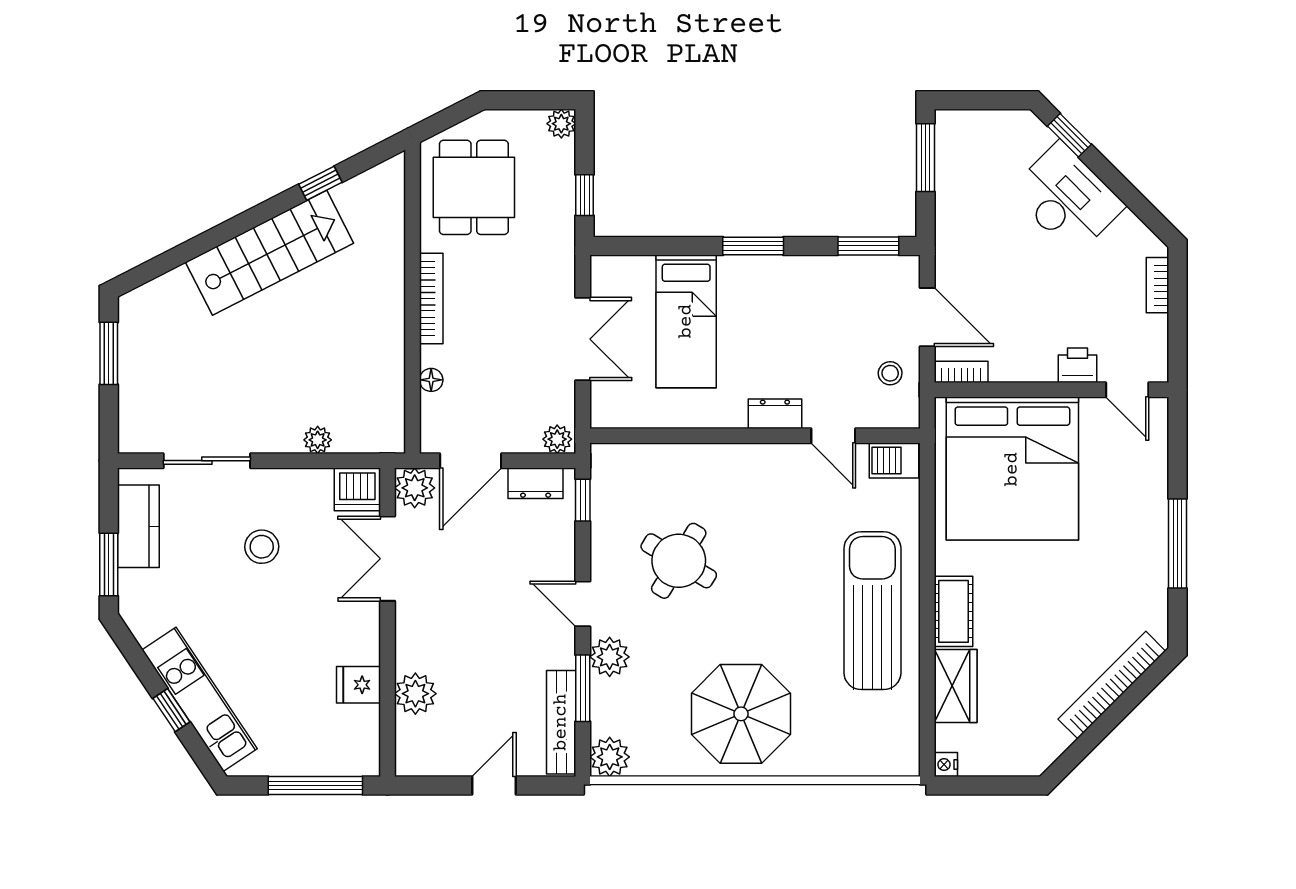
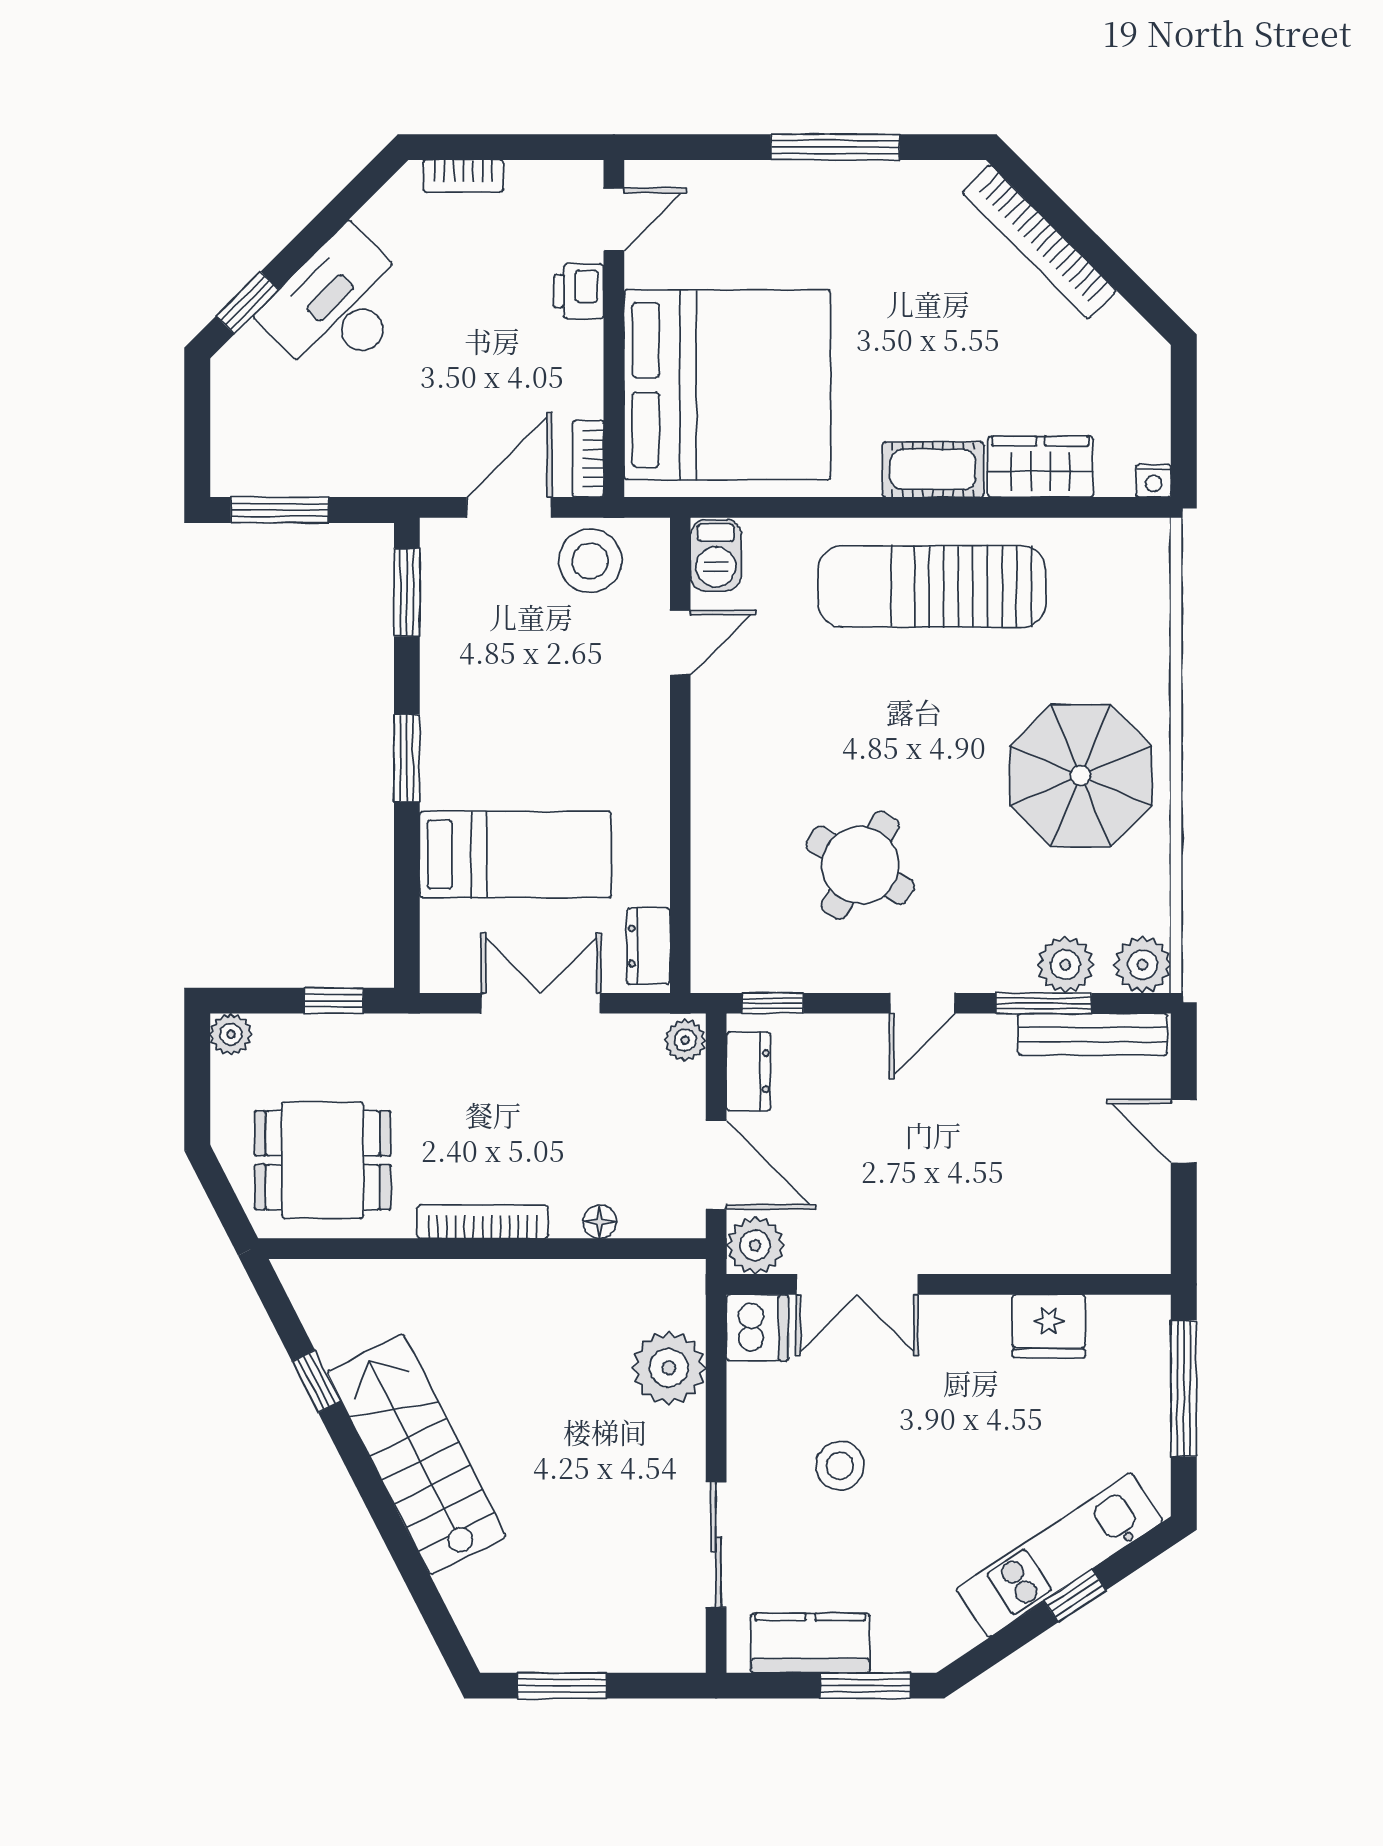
stool: (890, 373) -> (590, 561), width x1.89, depth x1.89
dresser: (775, 414) -> (649, 946), moved
plant: (318, 440) -> (669, 1368), width x1.87, depth x1.87
plant: (610, 657) -> (1065, 965), moved
fridge: (359, 685) -> (1049, 1326), width x1.38
plant: (415, 694) -> (1051, 1244), removed

